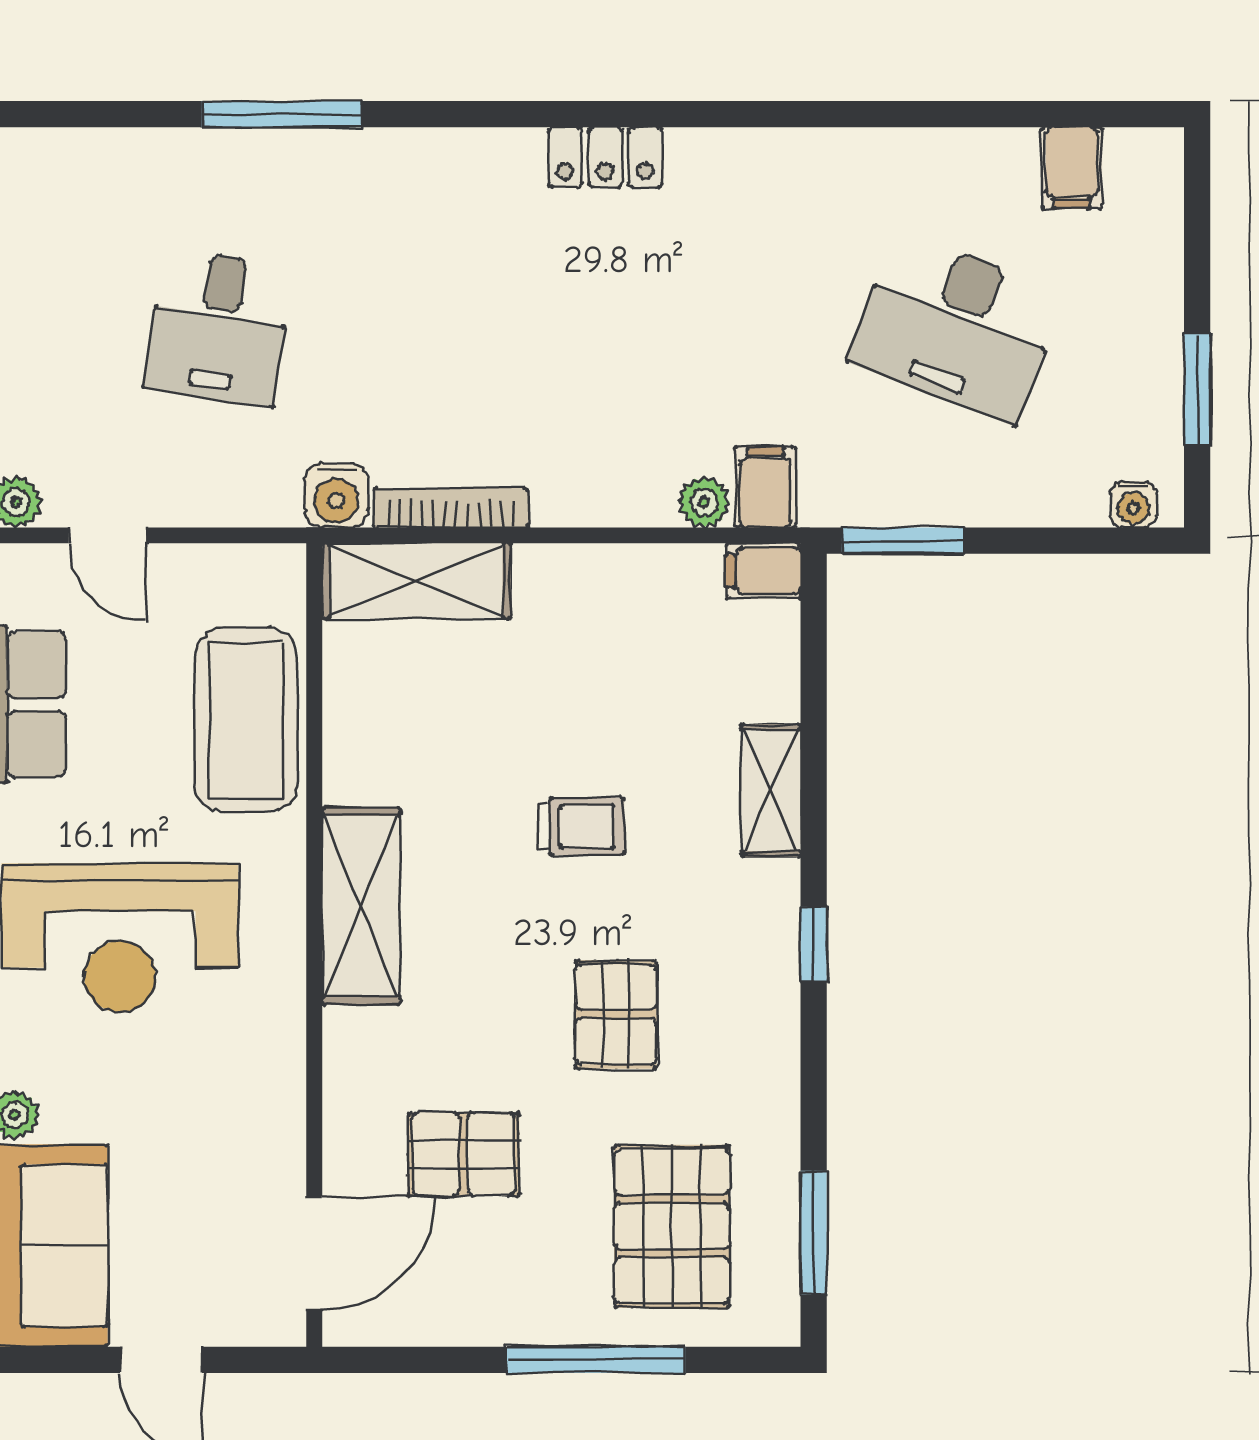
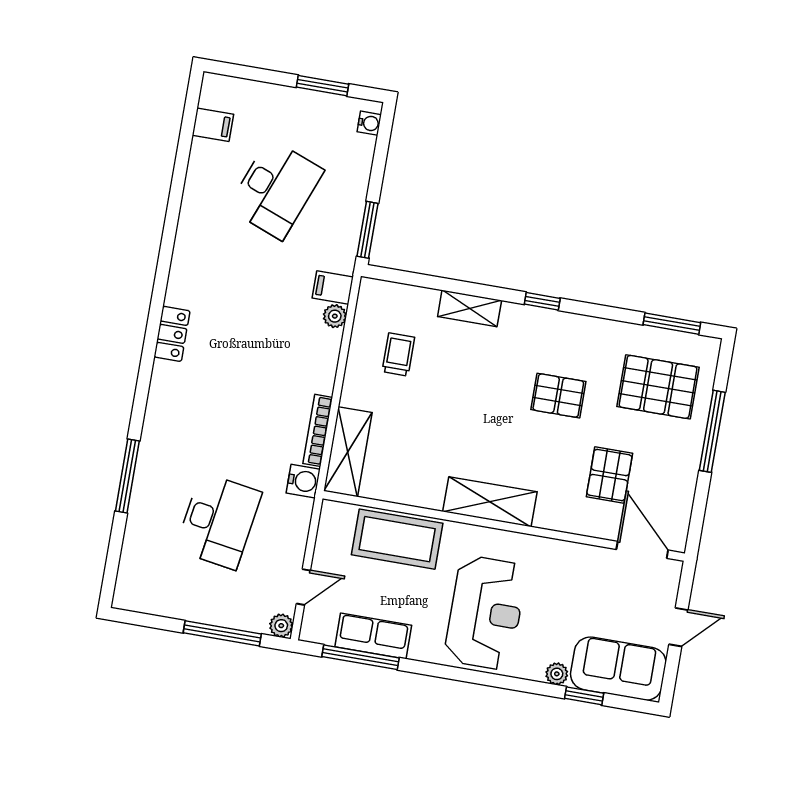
desk: (218, 327) -> (218, 521), width x1.37
filing cabinet: (763, 571) -> (370, 295), removed
trolley: (581, 826) -> (398, 355), moved

